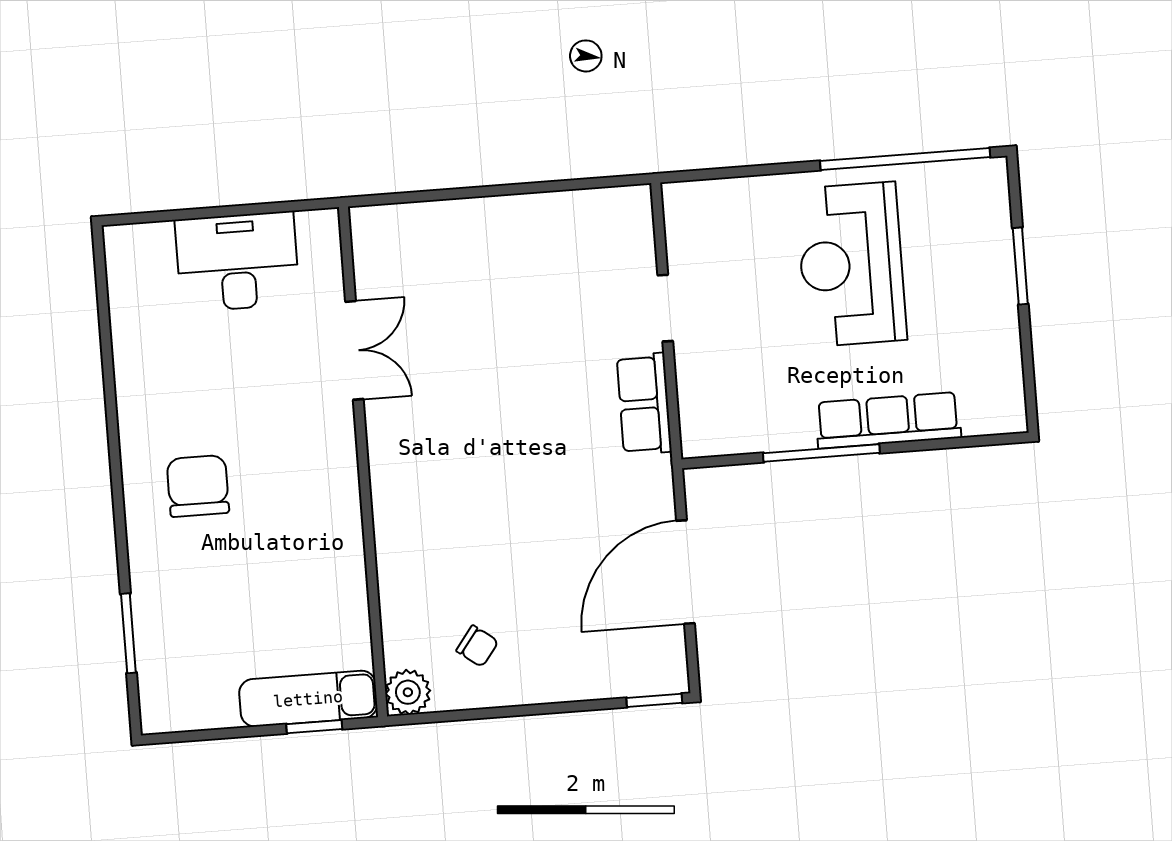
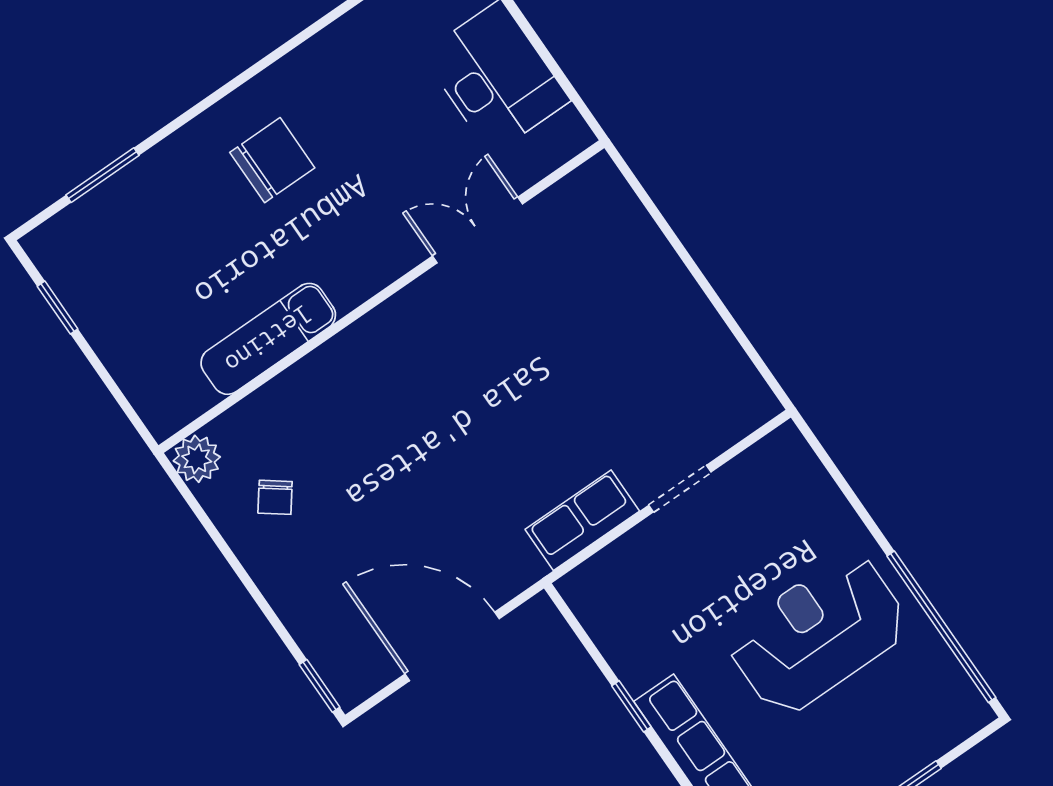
double door: (354, 350) -> (478, 230), swing flipped
window: (821, 453) -> (631, 706), width x0.46
exam couch: (308, 699) -> (268, 339), moved, turned -90
window: (314, 727) -> (58, 308), moved

